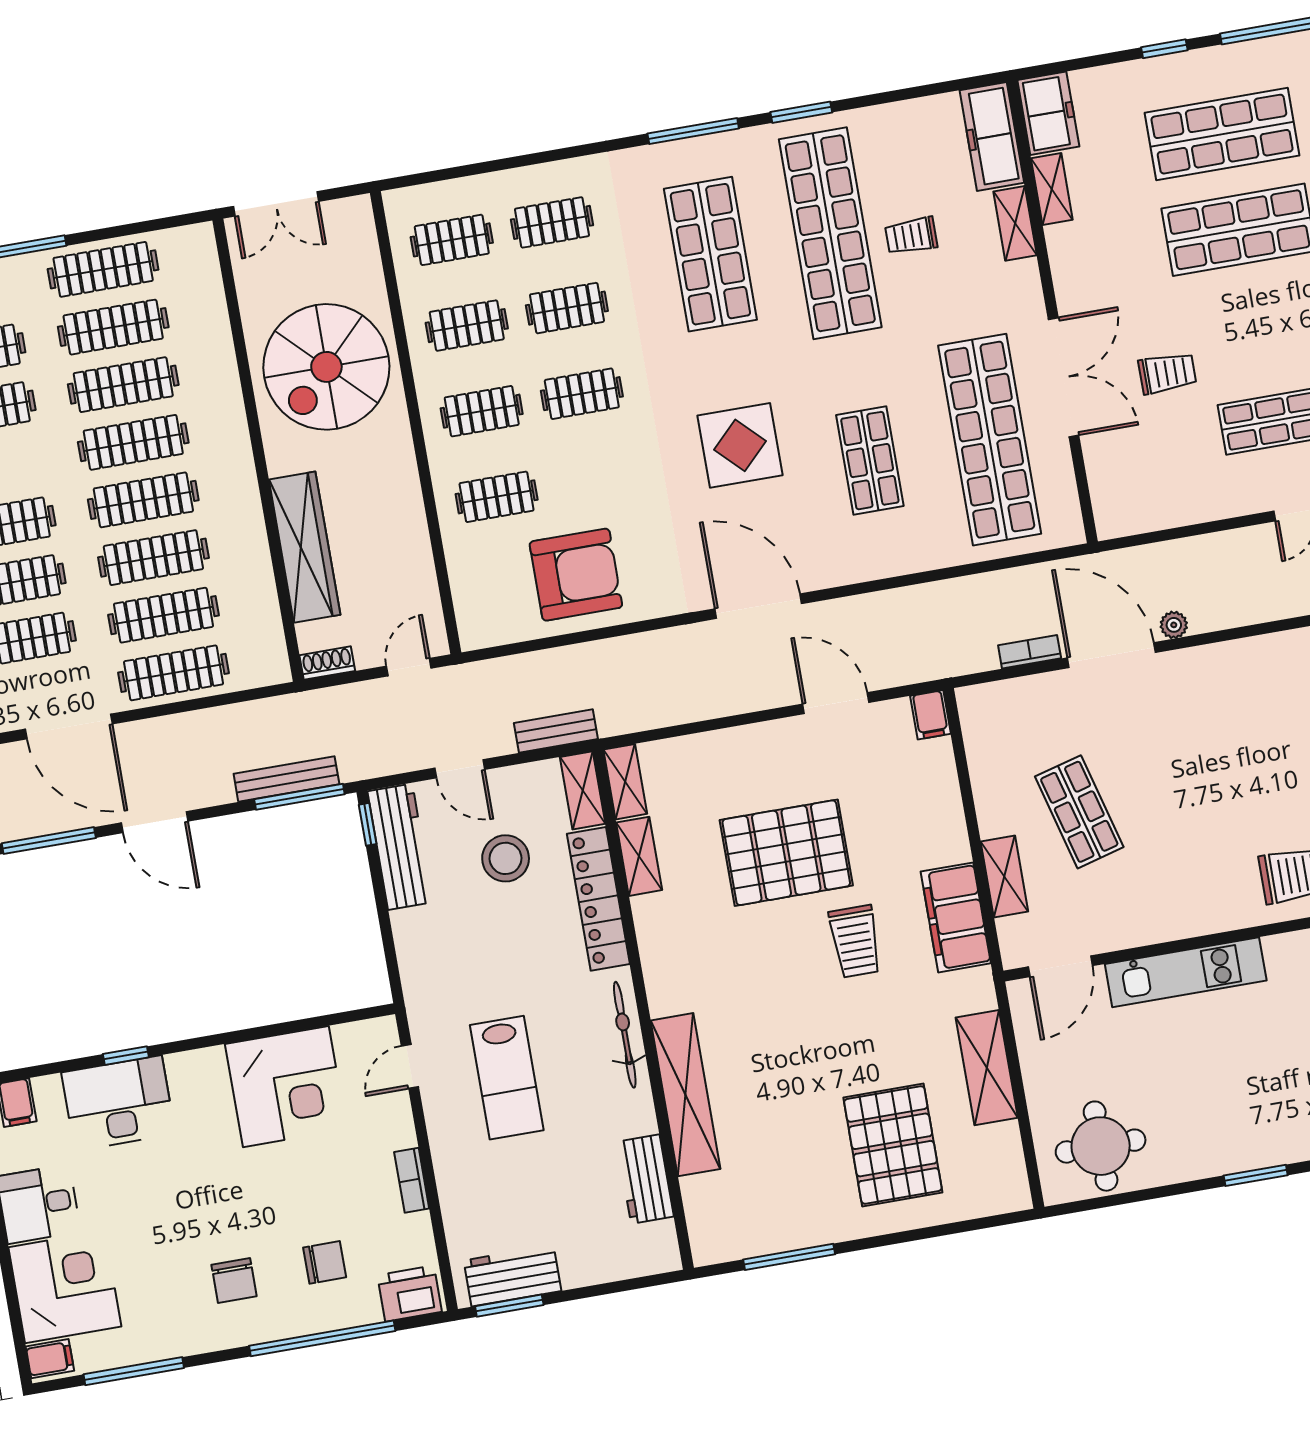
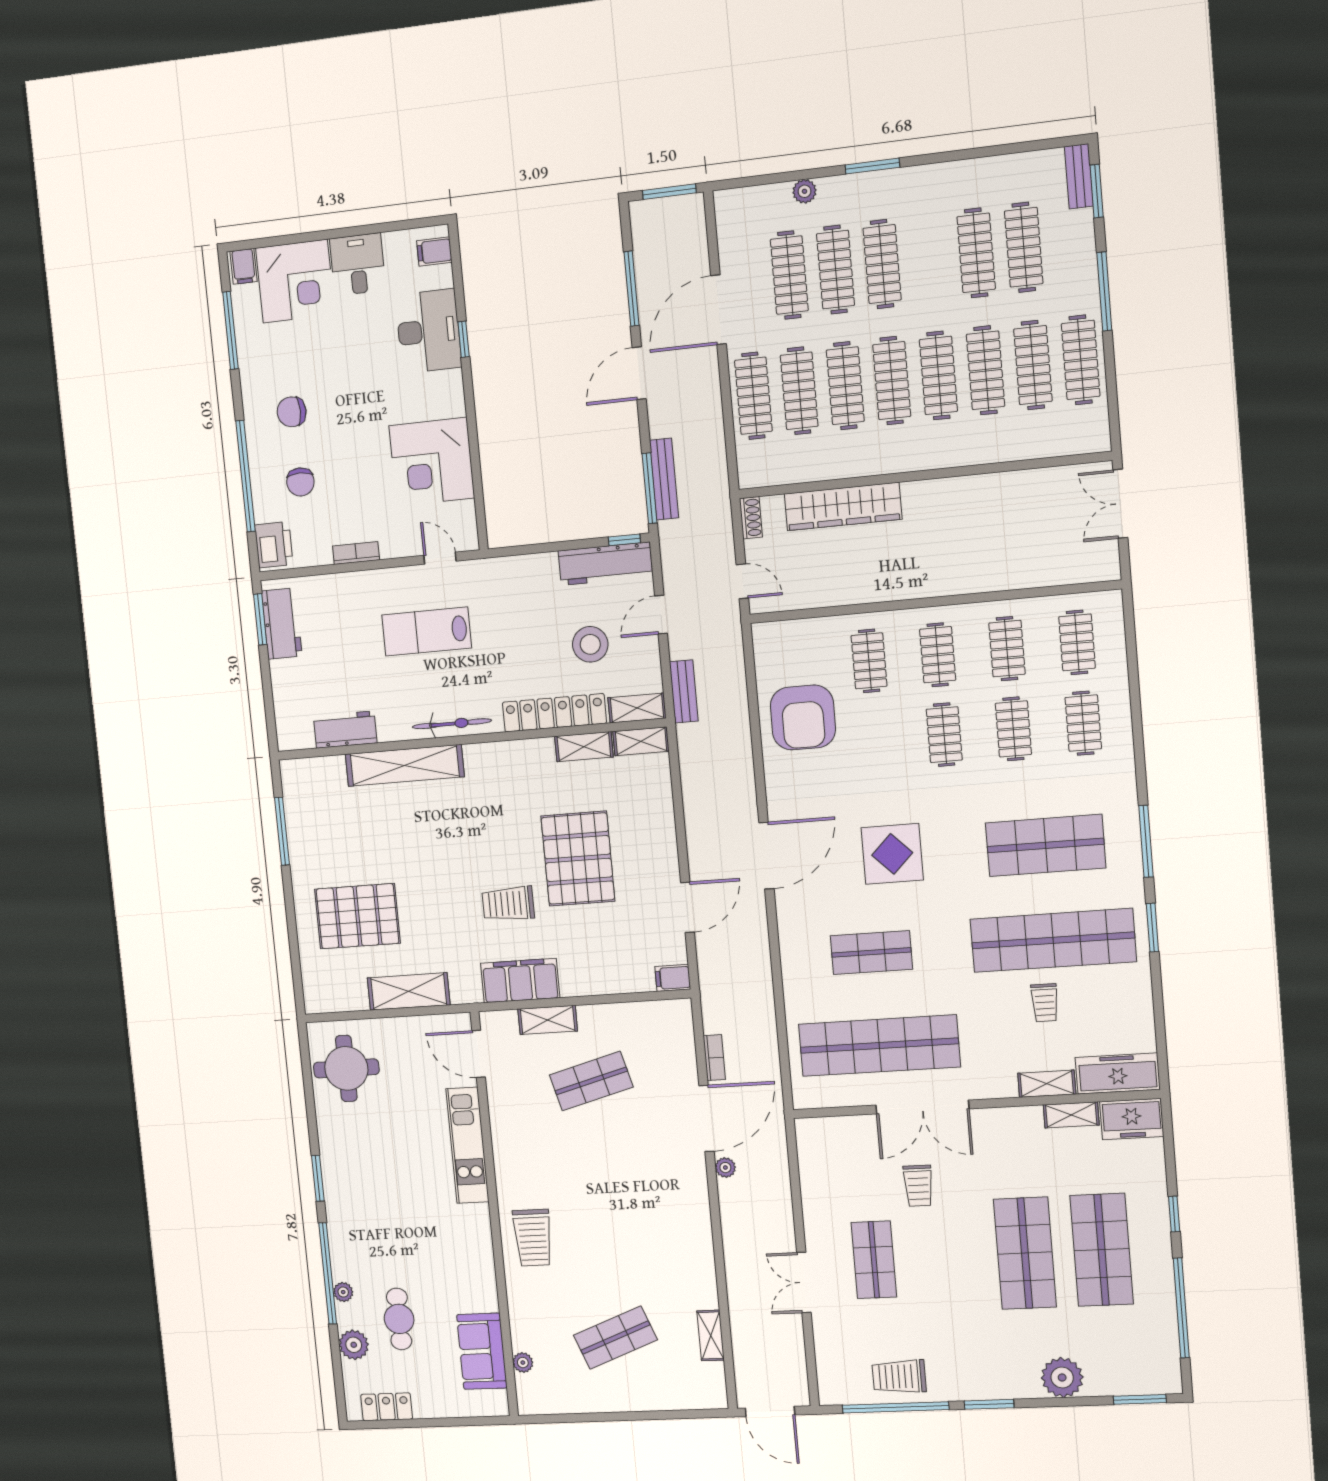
trolley: (911, 236) -> (1045, 1003), turned 180
spiral stairs: (326, 367) -> (984, 535), removed

